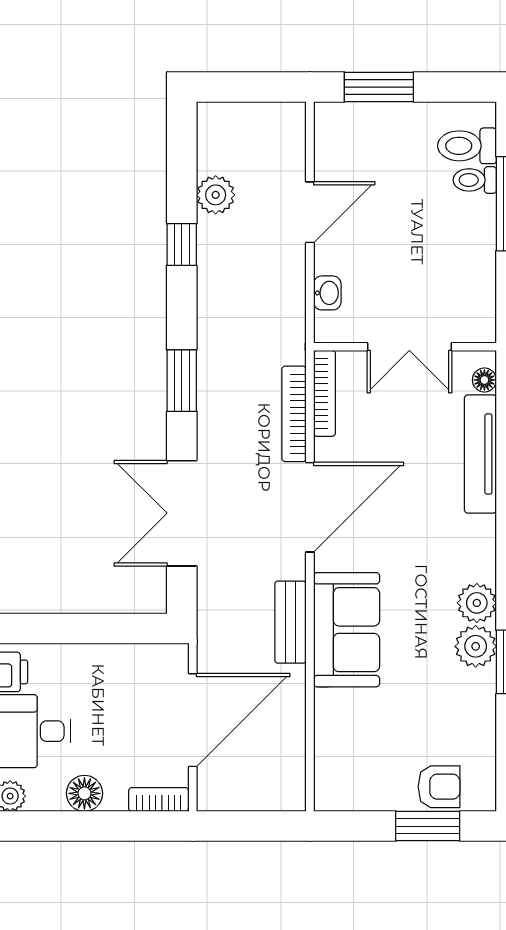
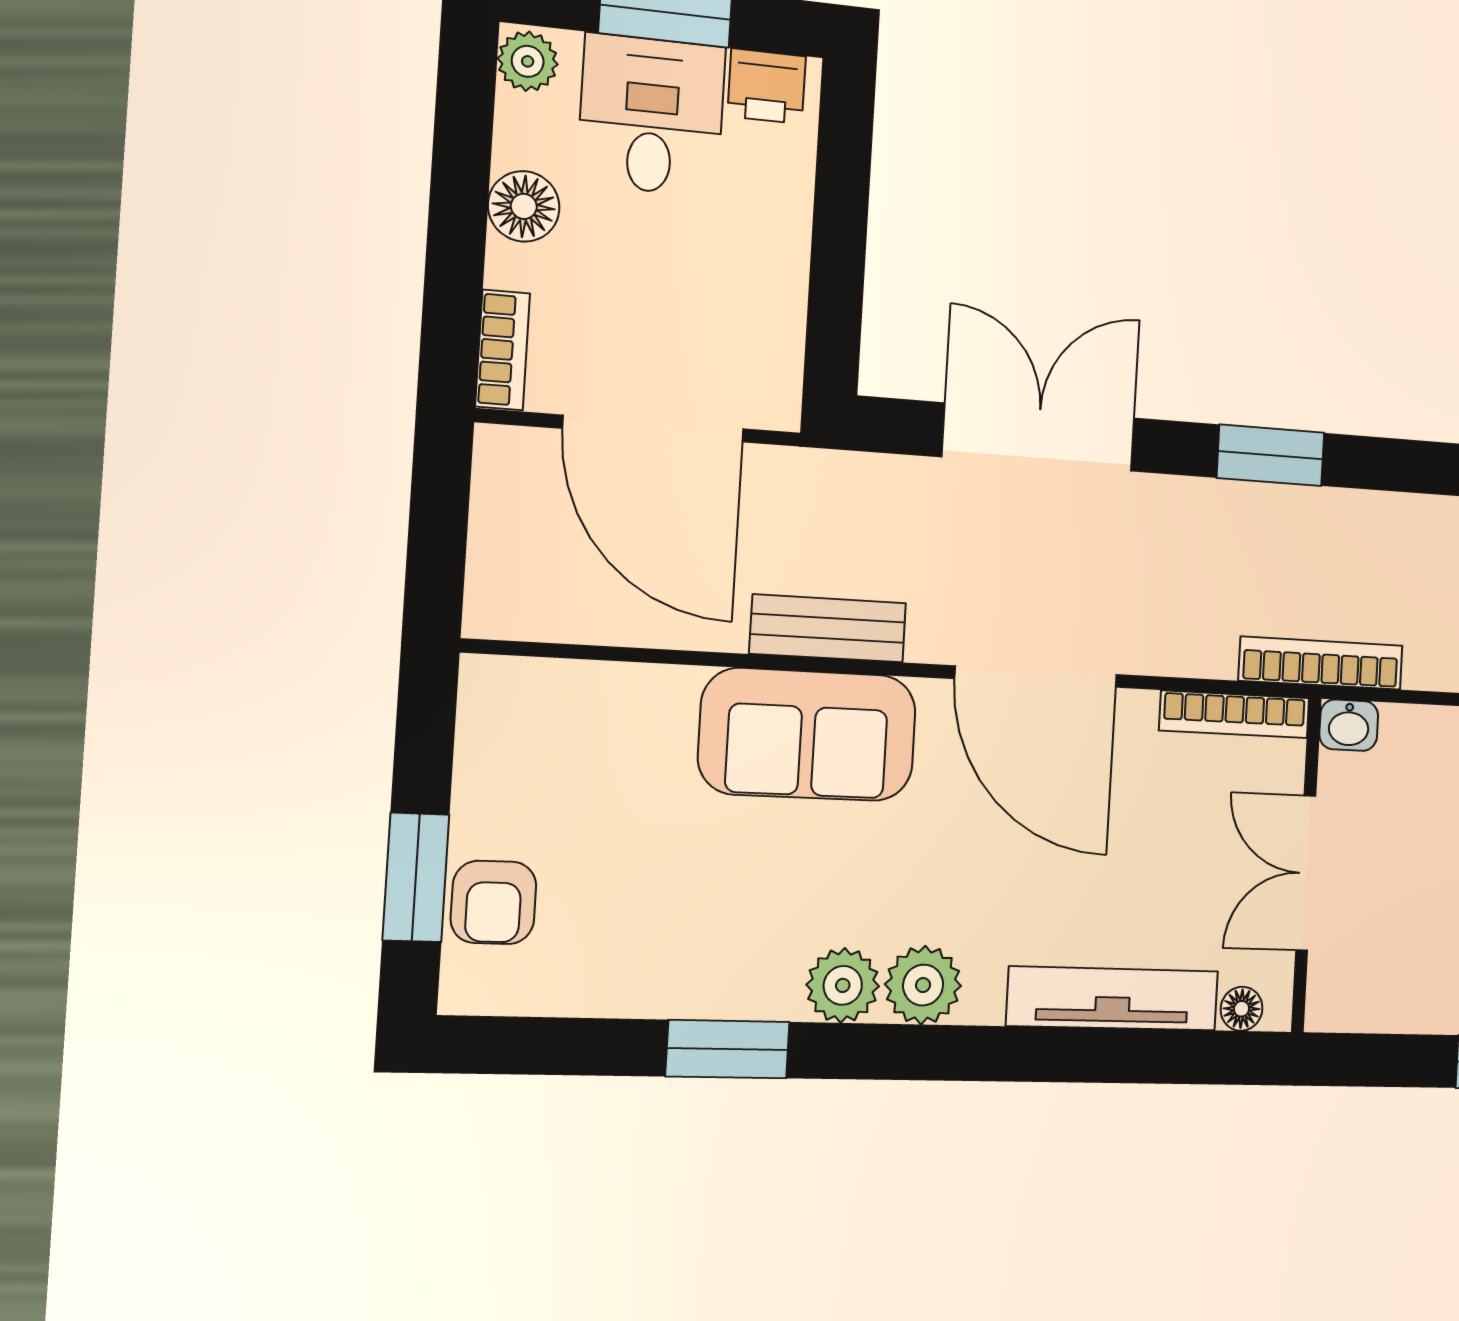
washbasin: (327, 293) -> (1349, 725), moved
bookcase: (294, 414) -> (1321, 663), moved
plant: (476, 646) -> (923, 985), moved

